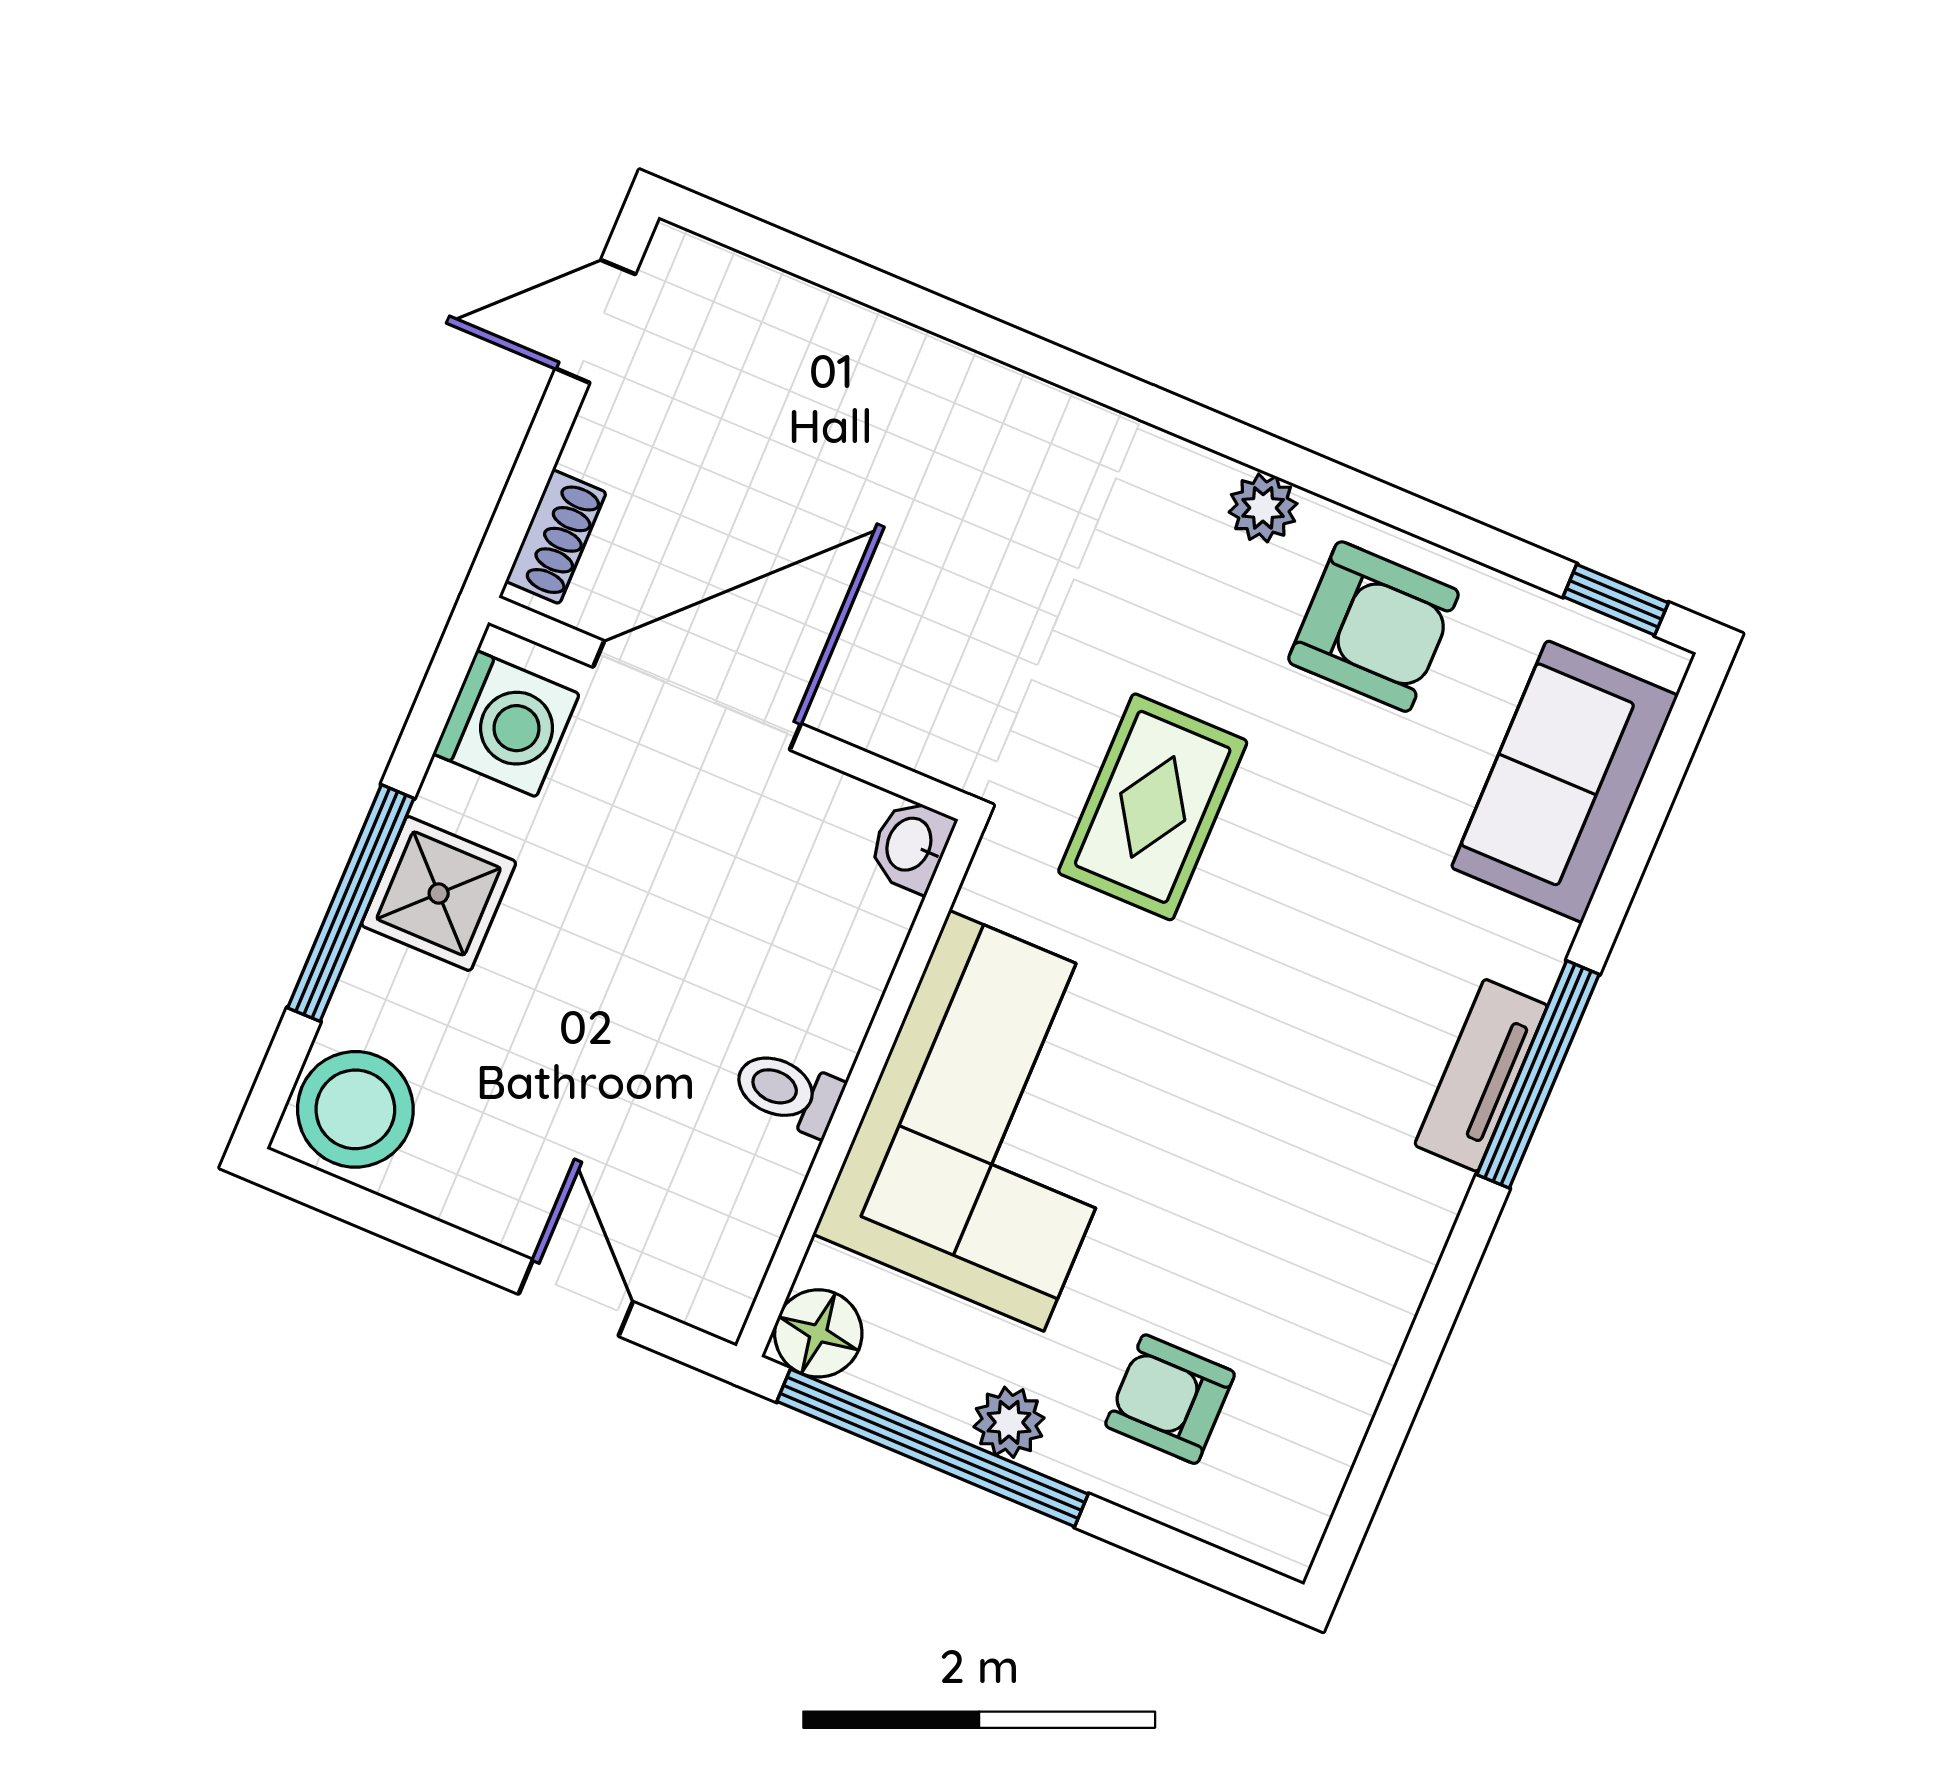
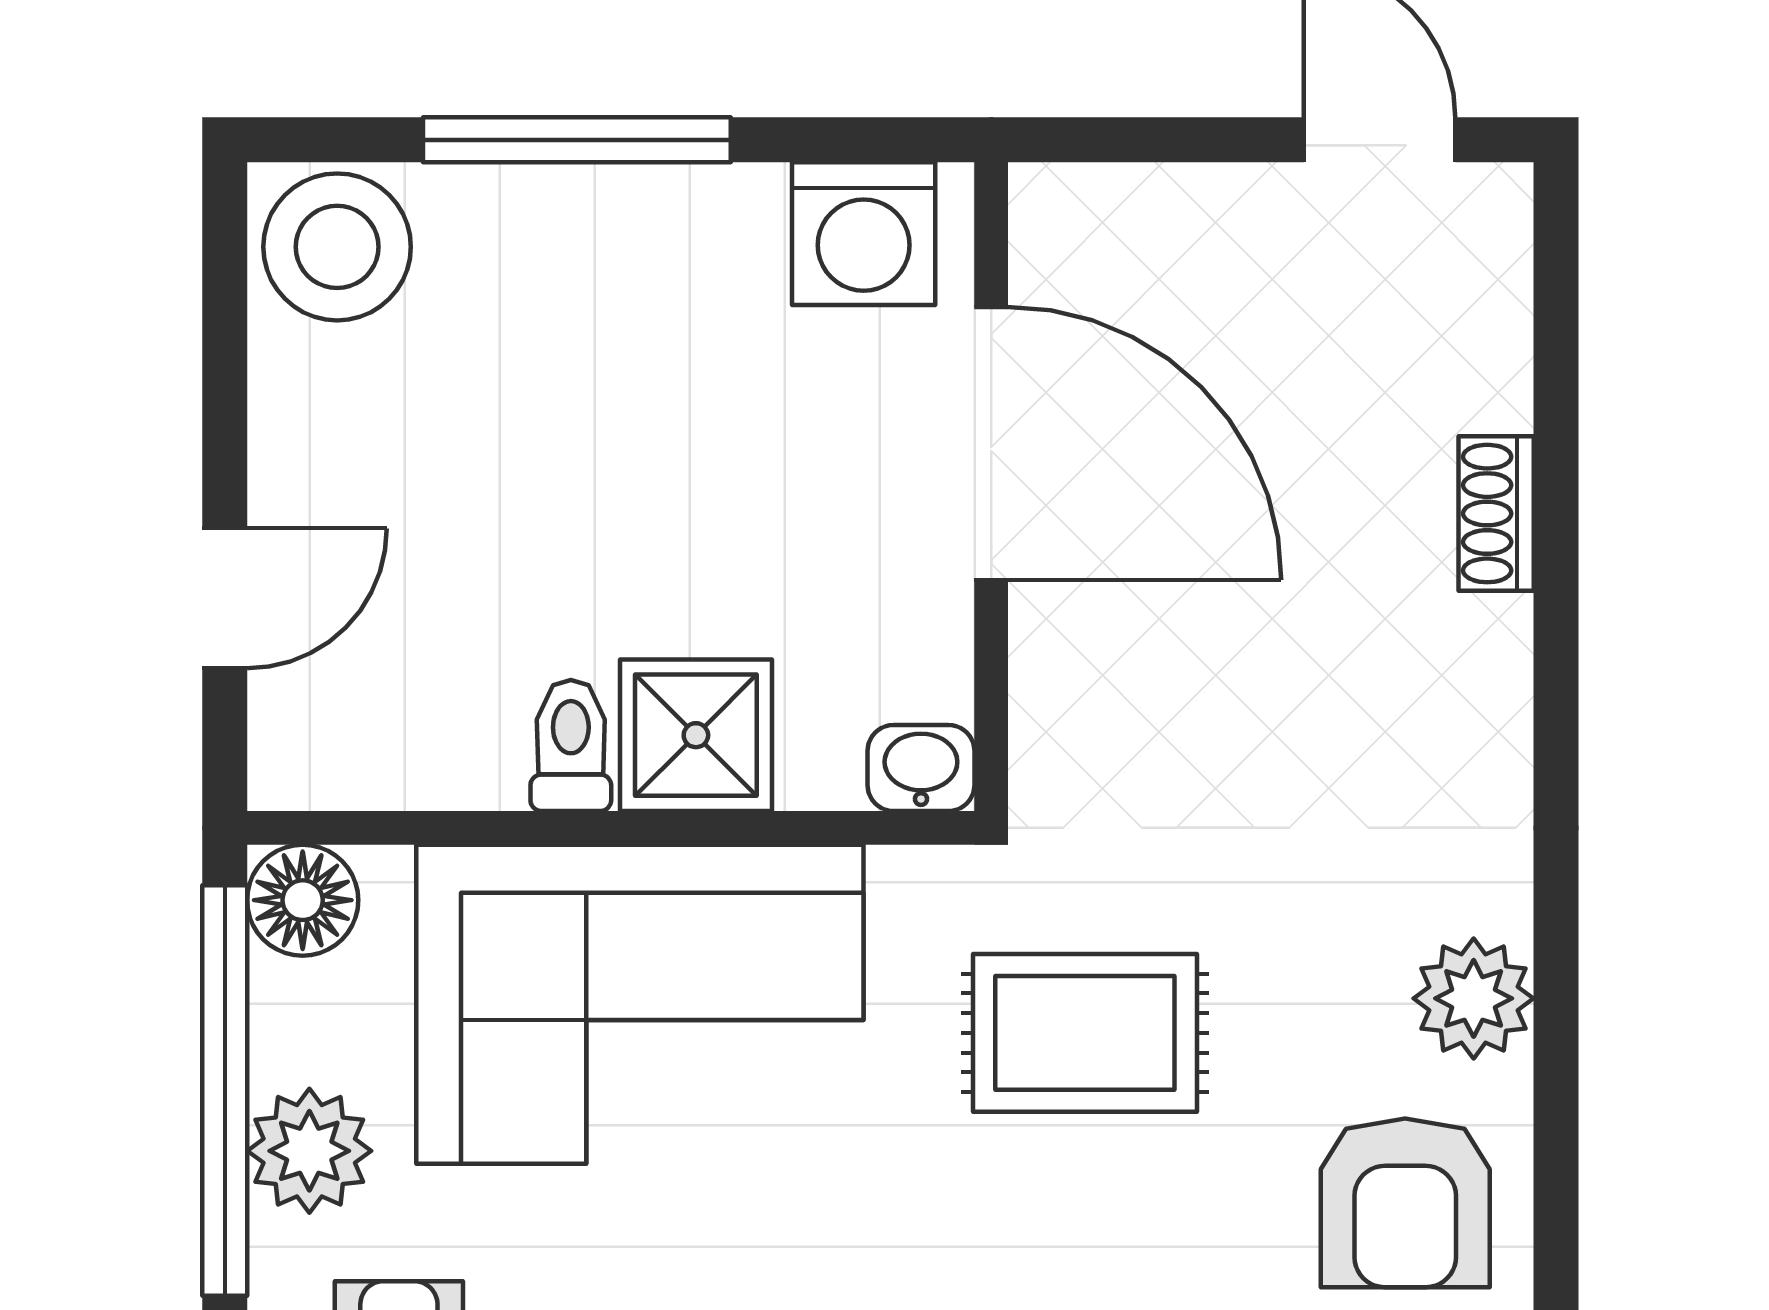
plant: (1263, 508) -> (1474, 998), width x1.38, depth x1.38
shoe rack: (556, 537) -> (1496, 514), moved, turned 90
shower: (439, 893) -> (696, 735), moved
plant: (1009, 1422) -> (309, 1151), width x1.38, depth x1.38

